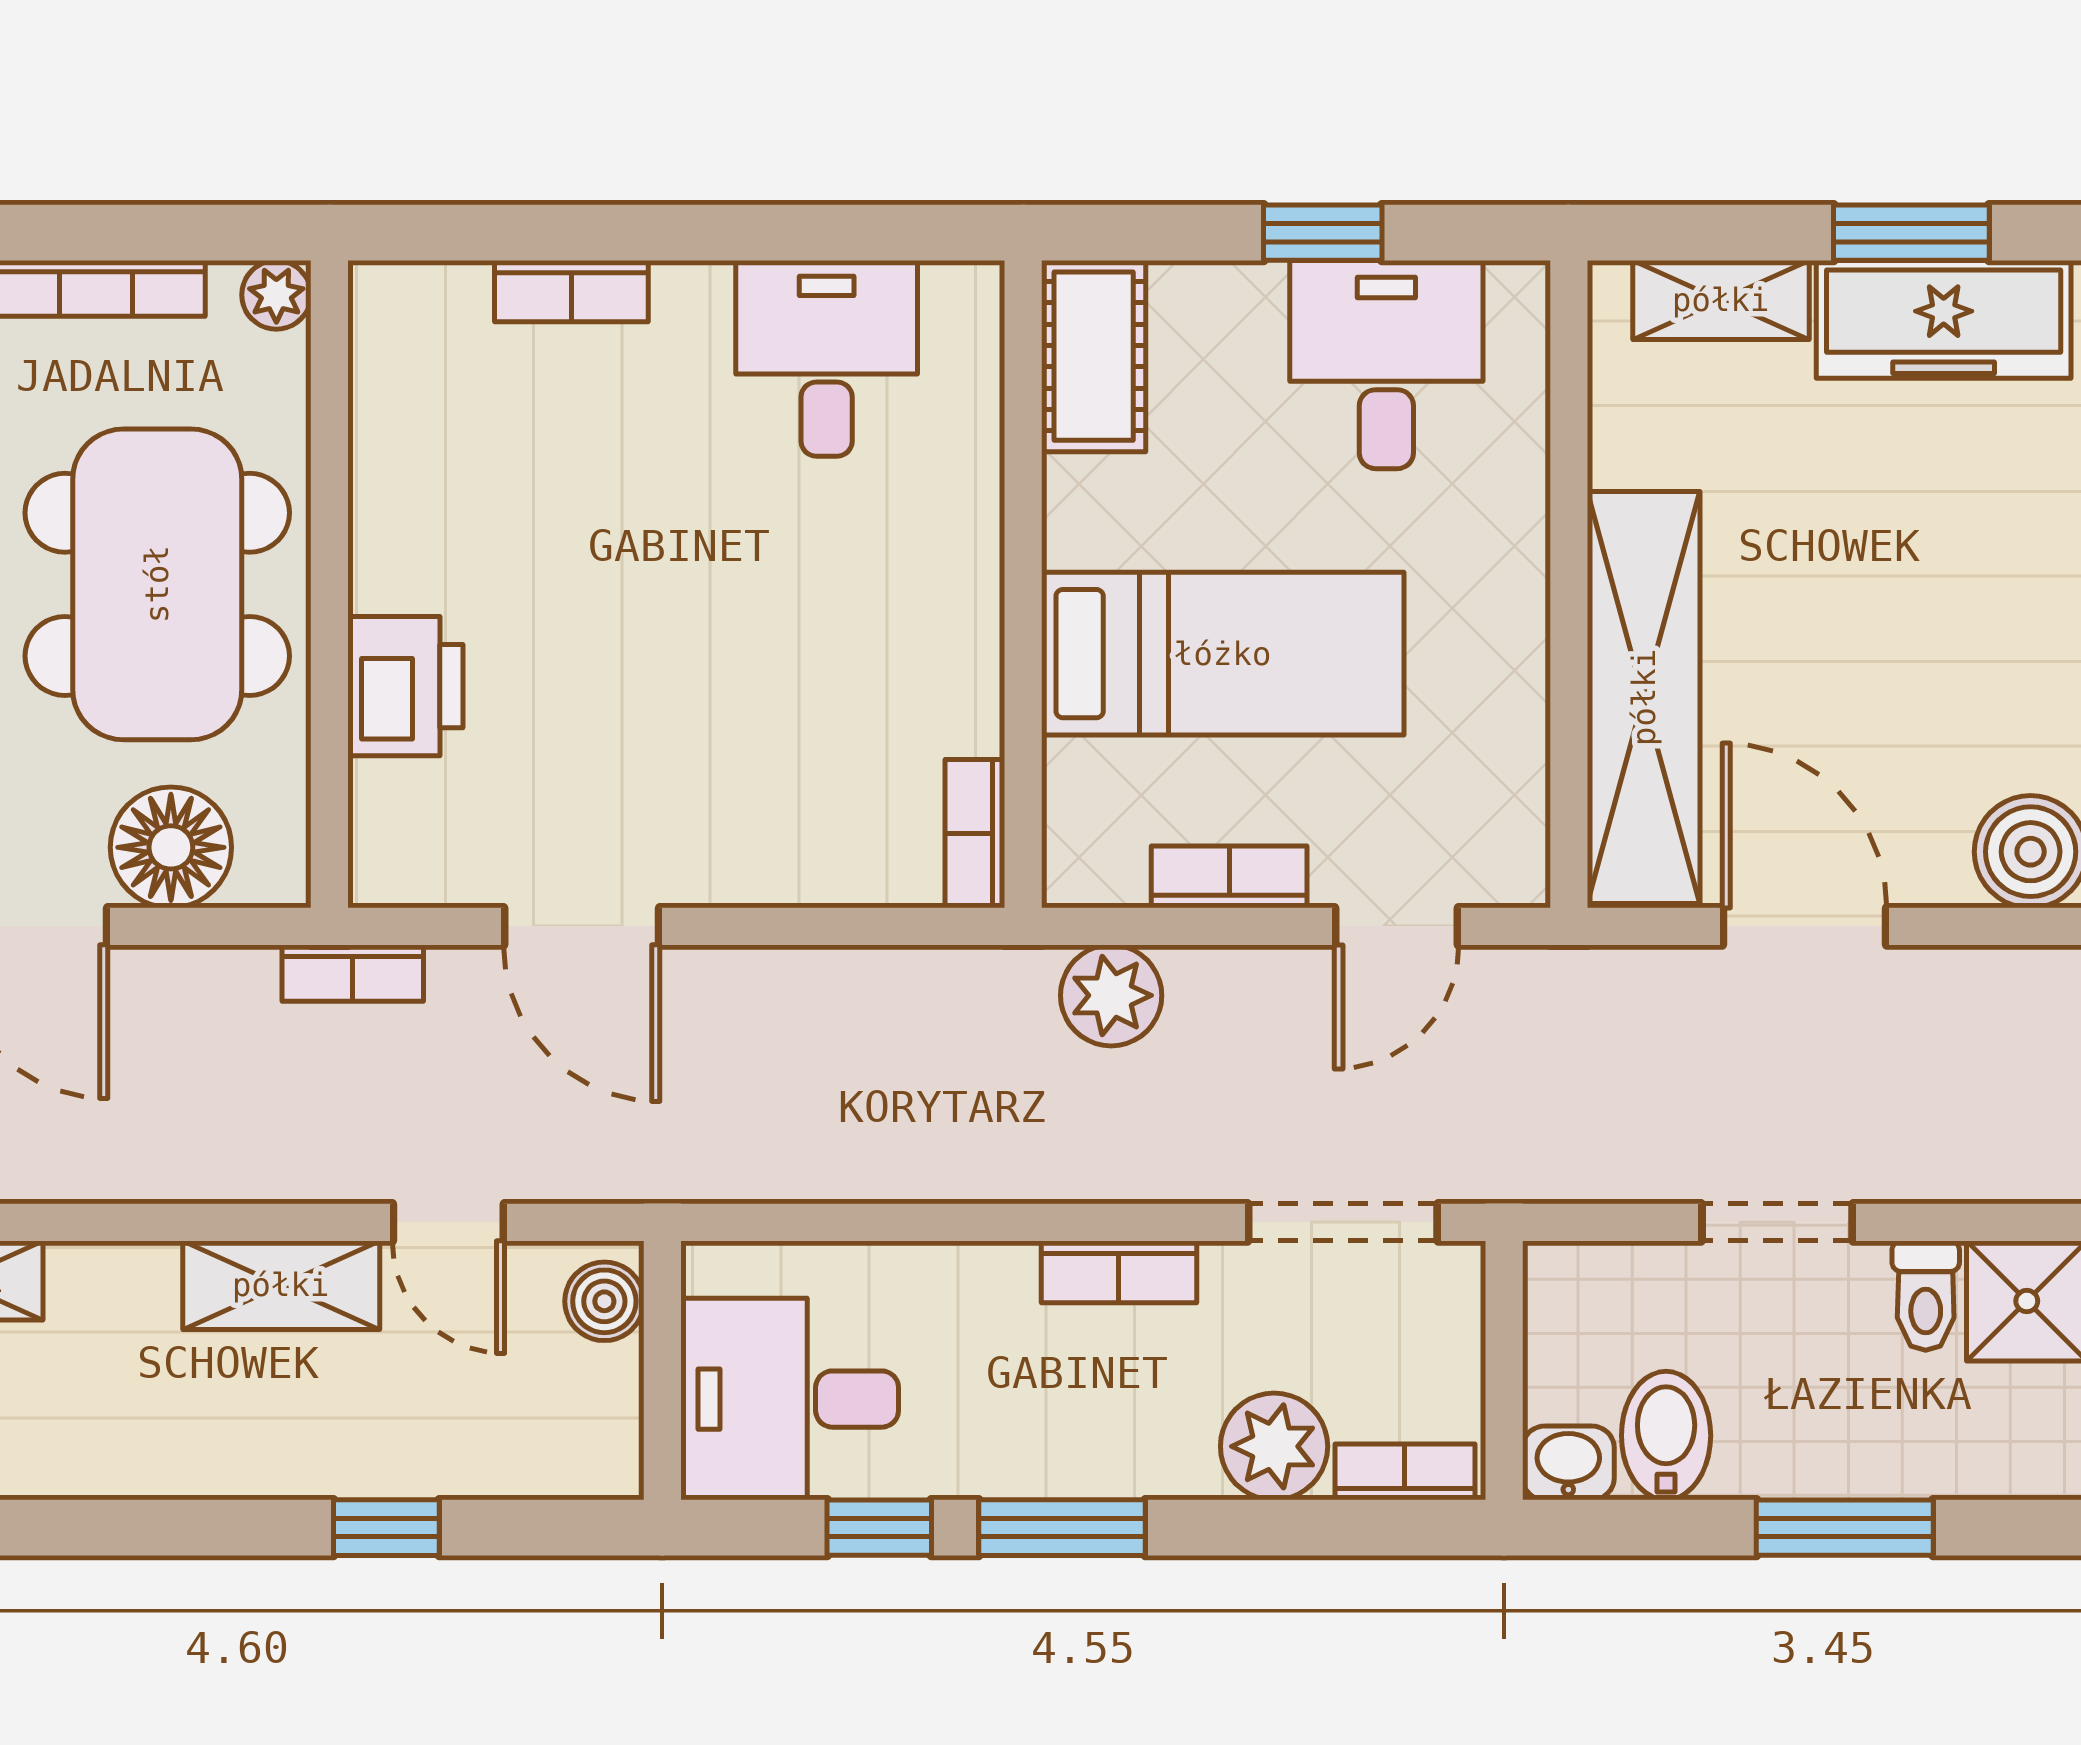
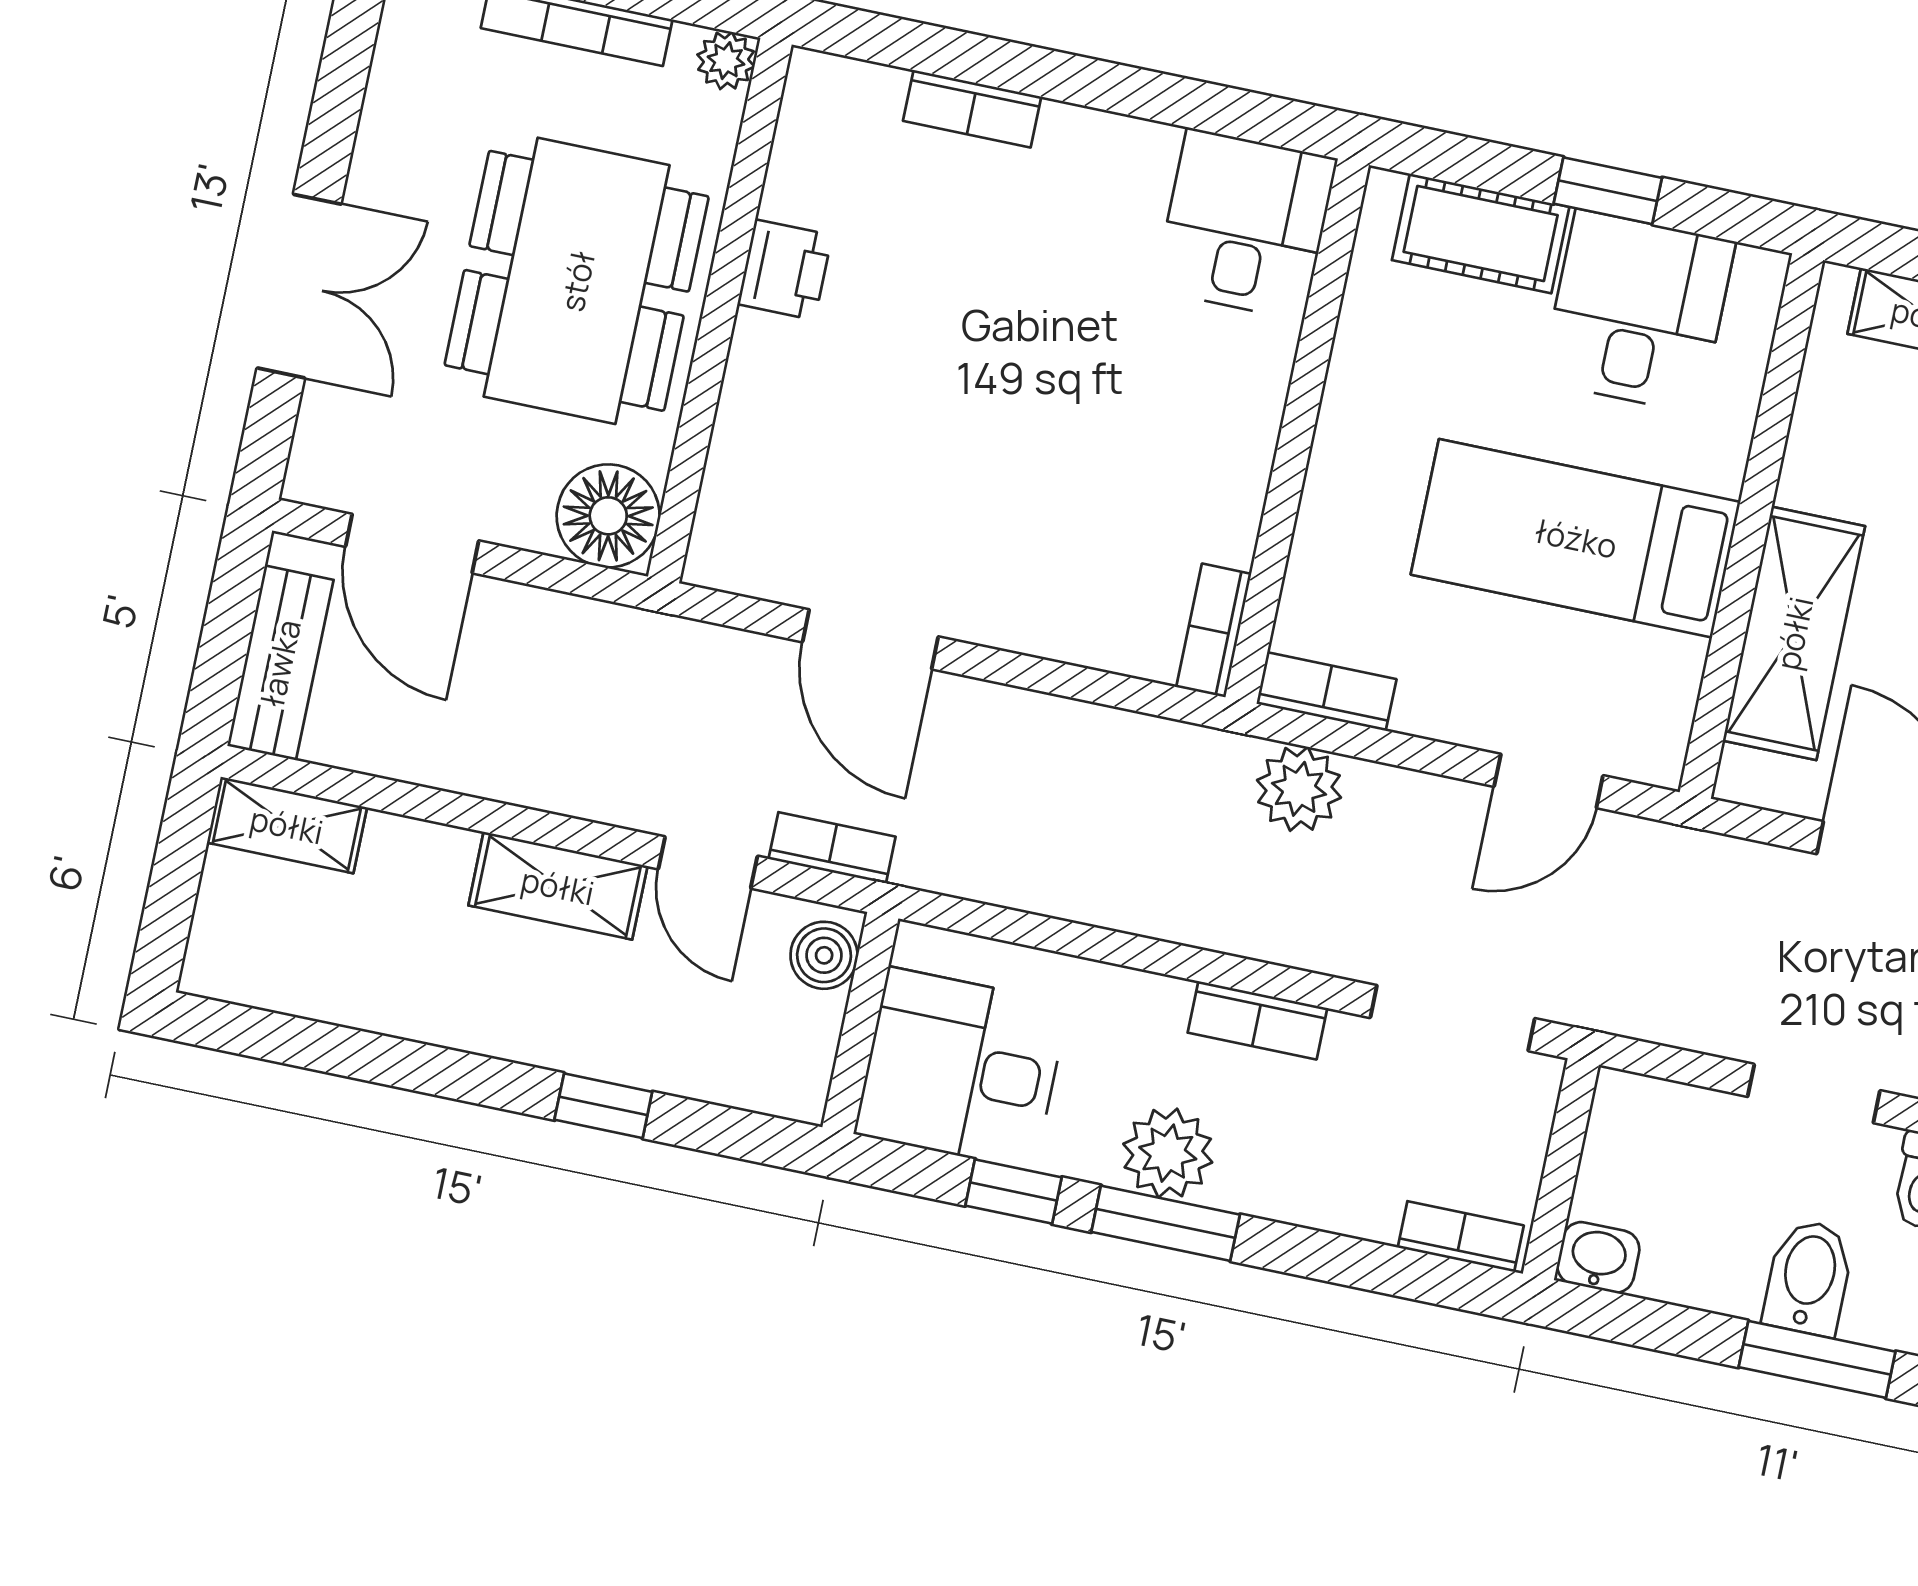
cot: (1094, 356) -> (1481, 233), moved, turned 90
desk: (827, 358) -> (1245, 224), moved
bed: (1223, 654) -> (1576, 538), moved, turned 180
printer: (405, 686) -> (785, 270), moved, width x0.73, depth x0.81
shelving: (1644, 697) -> (1794, 633), width x0.68
floor lamp: (171, 847) -> (608, 516), moved
bookcase: (1229, 877) -> (1326, 692), moved
bookcase: (353, 973) -> (832, 848), moved, turned 180
bidet: (1666, 1436) -> (1809, 1278), moved
plant: (1274, 1446) -> (1168, 1153), moved

